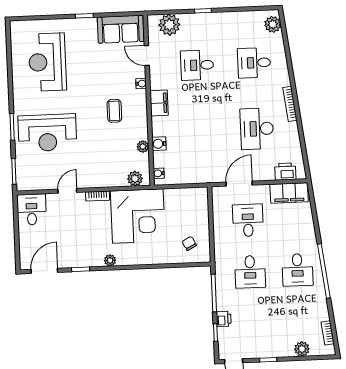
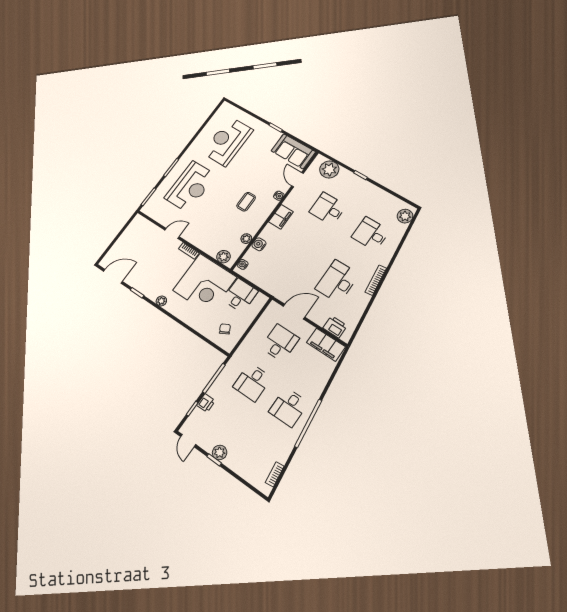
reception desk: (47, 133) -> (190, 187), turned -90
desk: (32, 209) -> (240, 295), moved
plant: (302, 349) -> (220, 452), moved

